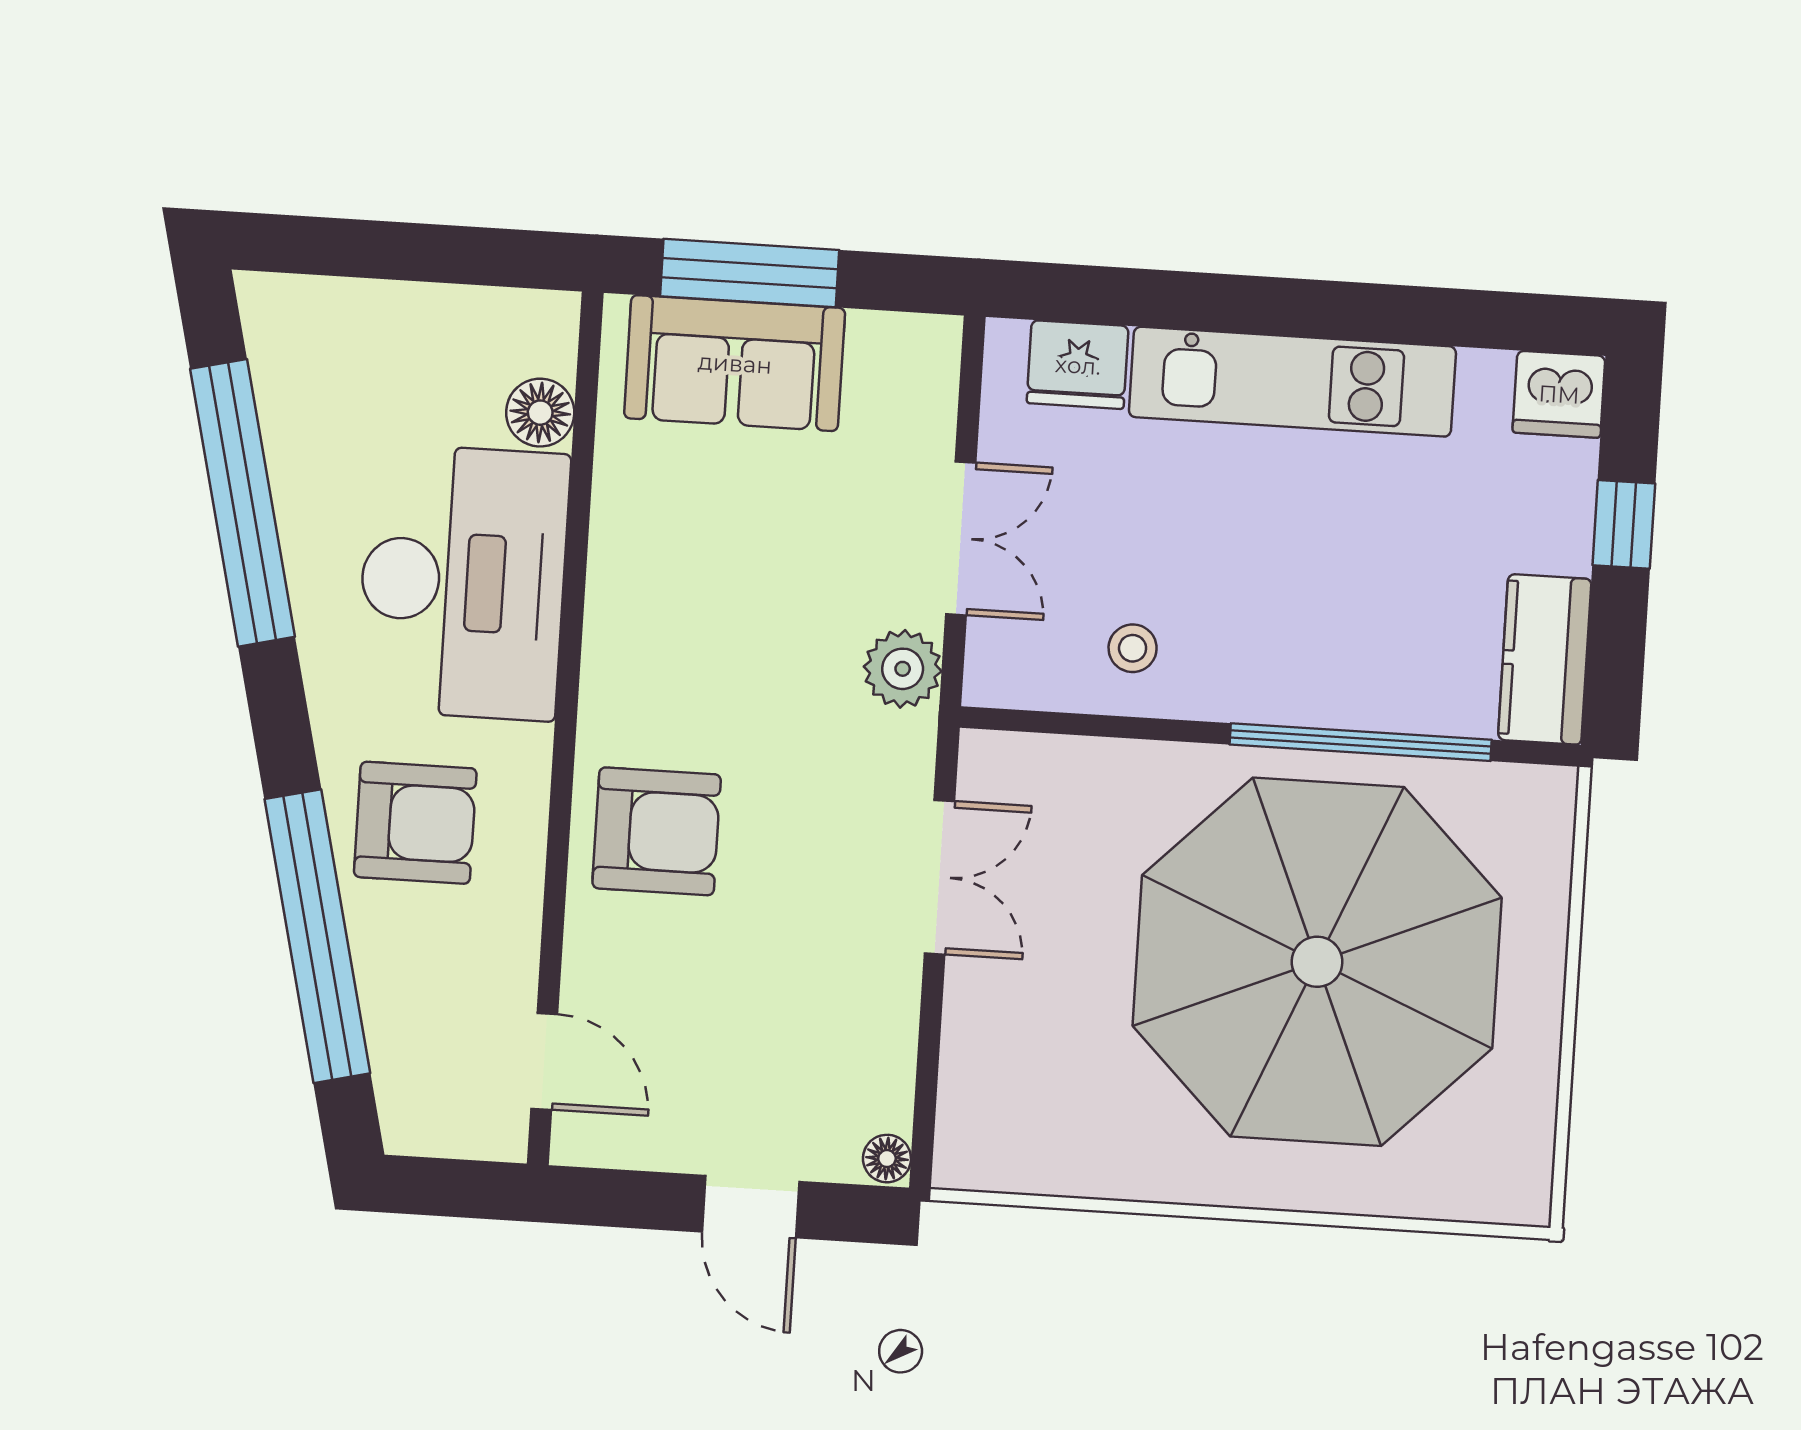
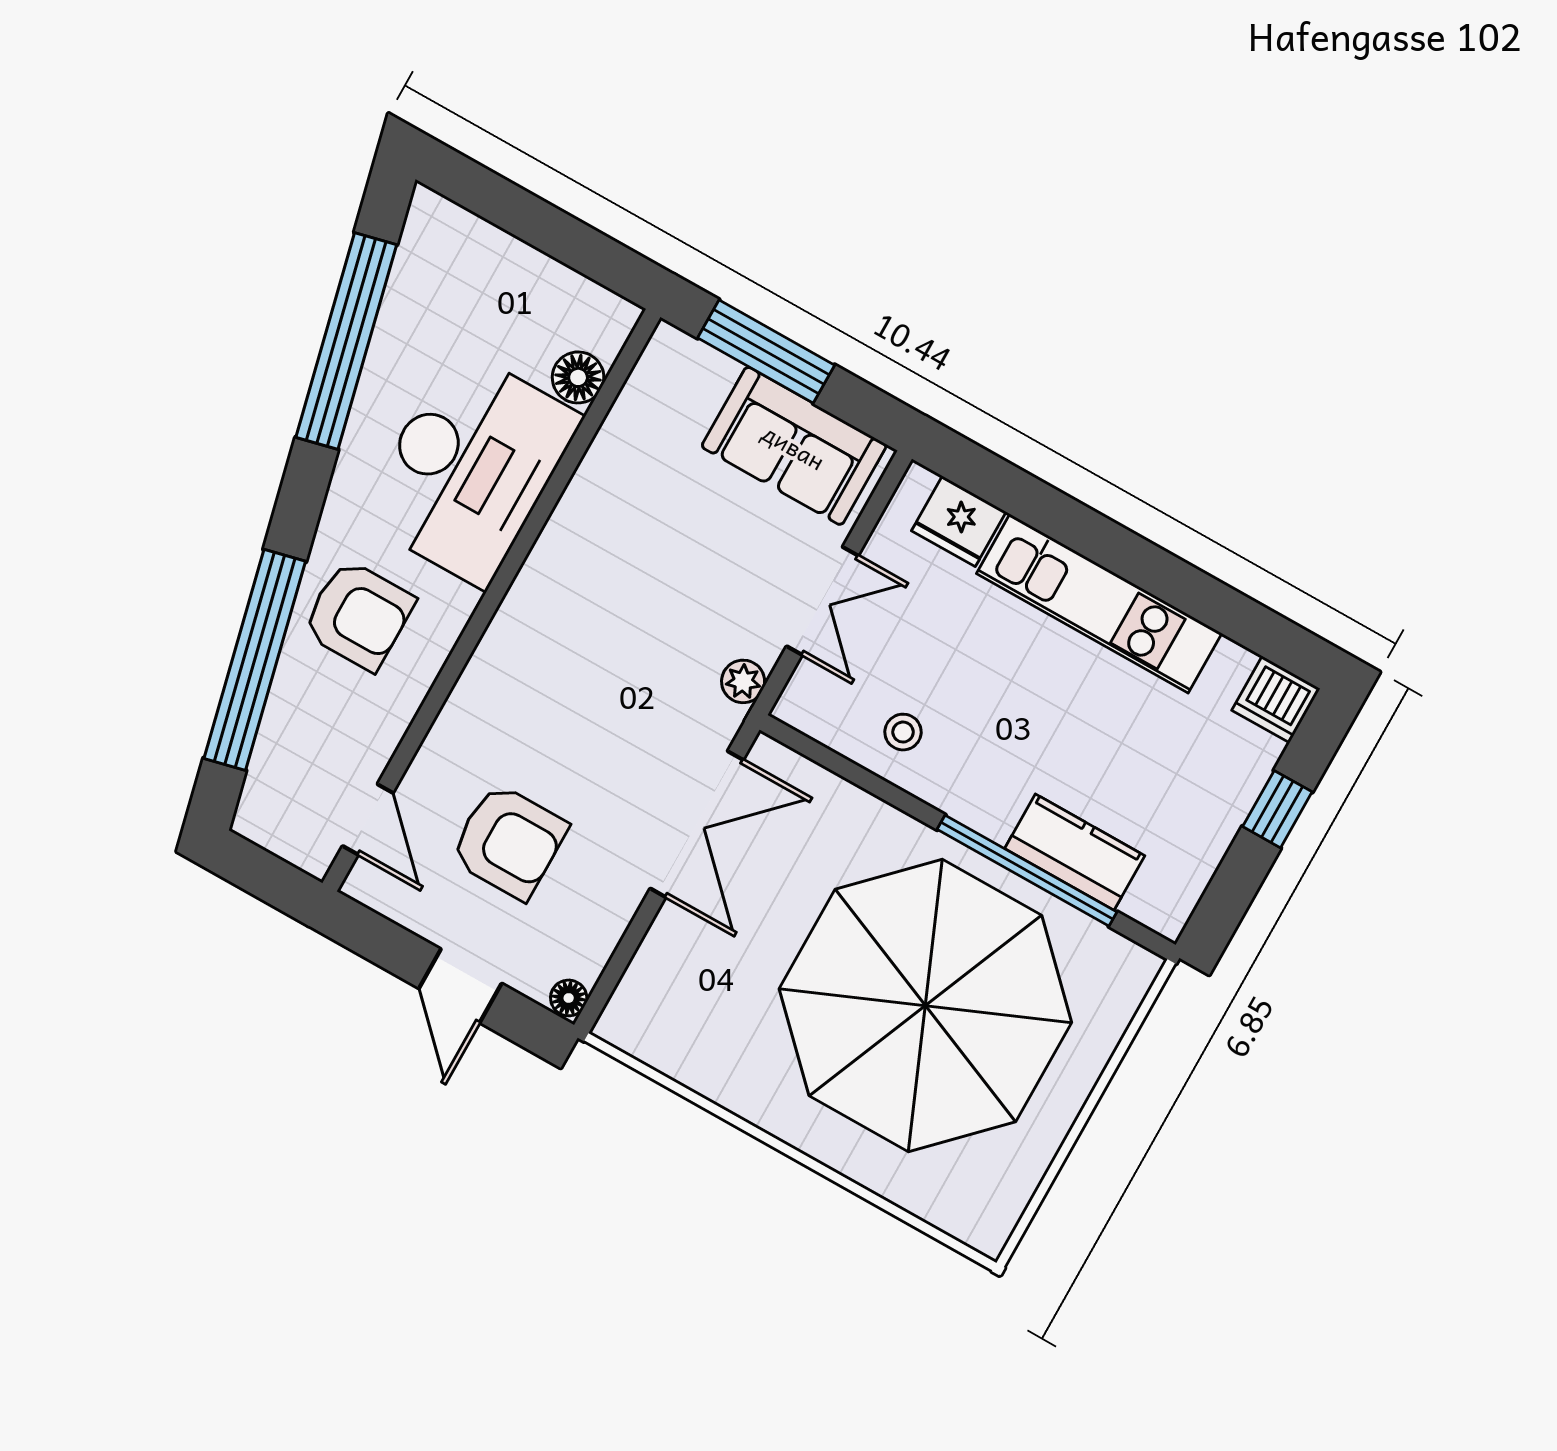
sofa: (735, 363) -> (794, 446), moved
kitchen counter: (1545, 659) -> (1075, 852), moved, turned 90
plant: (903, 669) -> (743, 681), width x0.73, depth x0.73
armchair: (657, 831) -> (509, 841), moved
double door: (939, 877) -> (697, 824), width x1.37

